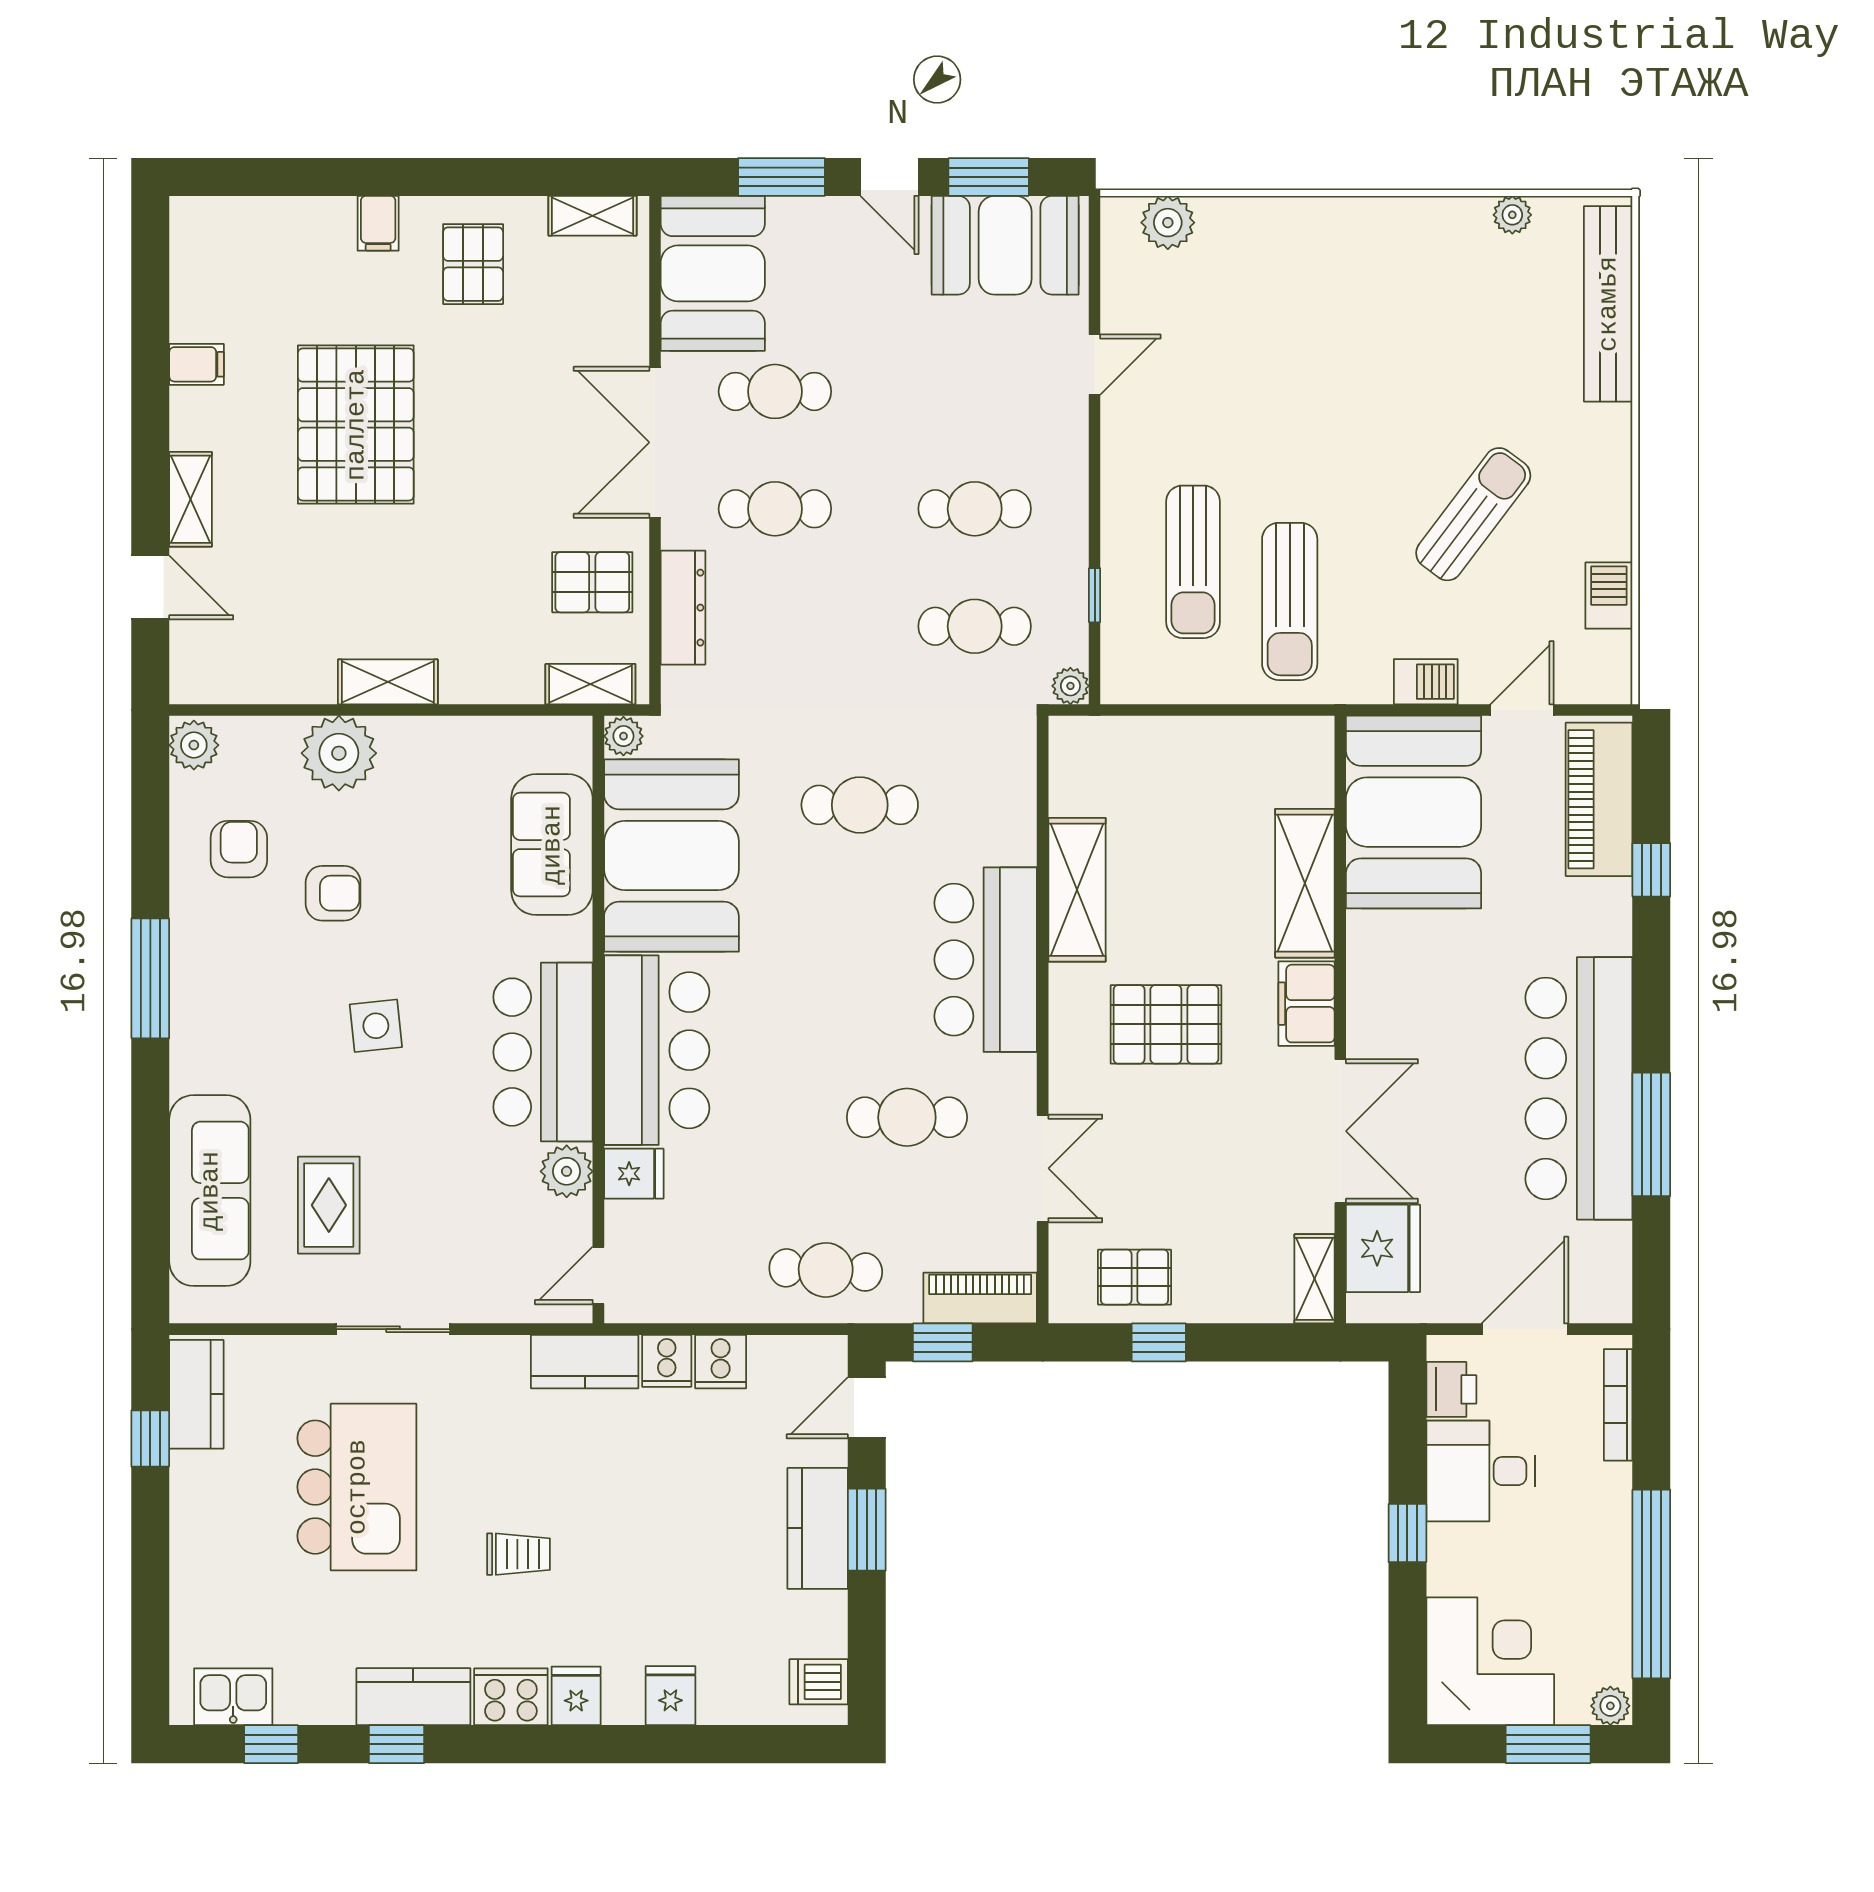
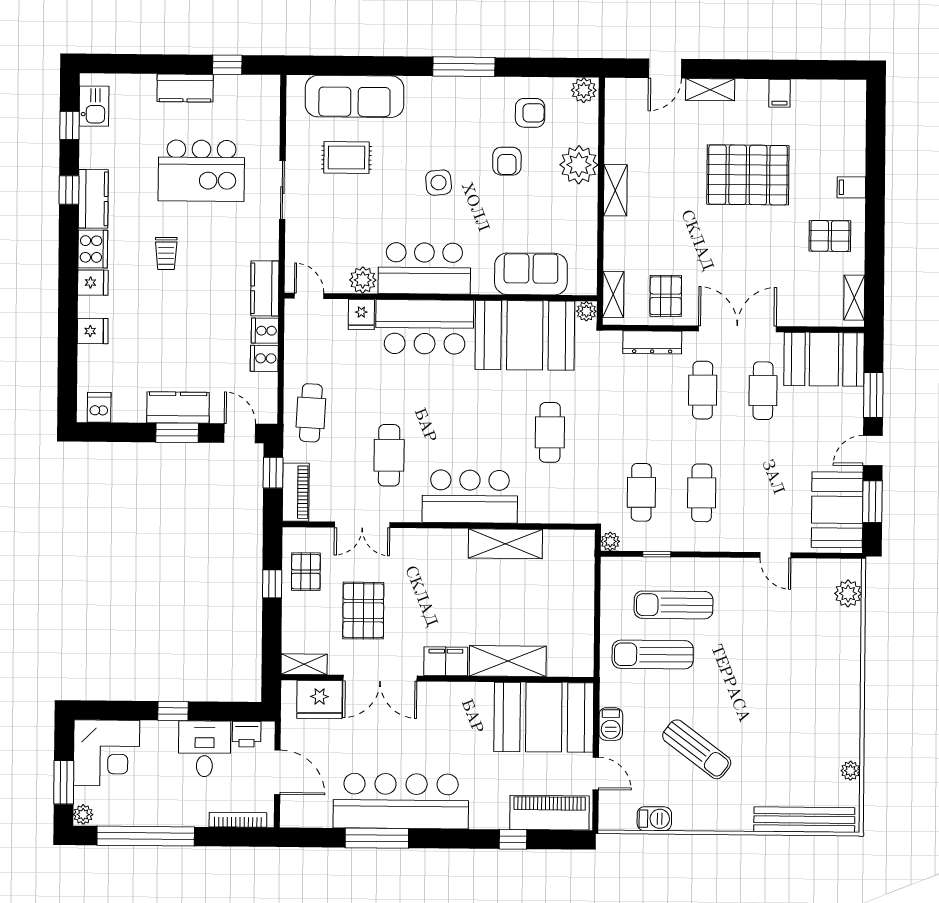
pallet: (1166, 1024) -> (363, 611), moved
kitchen counter: (196, 1394) -> (185, 88), moved

